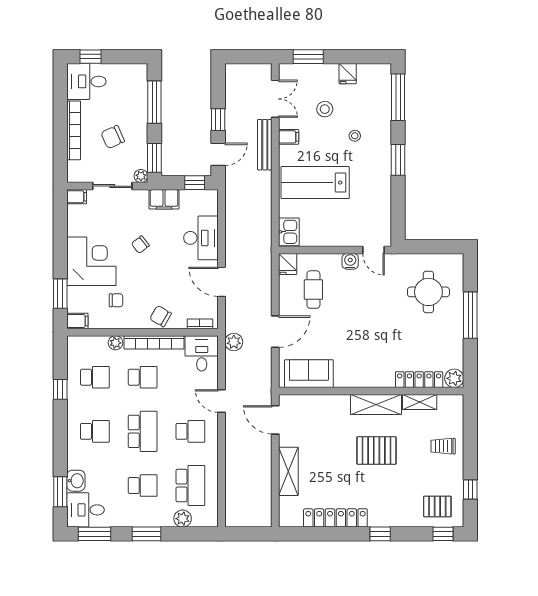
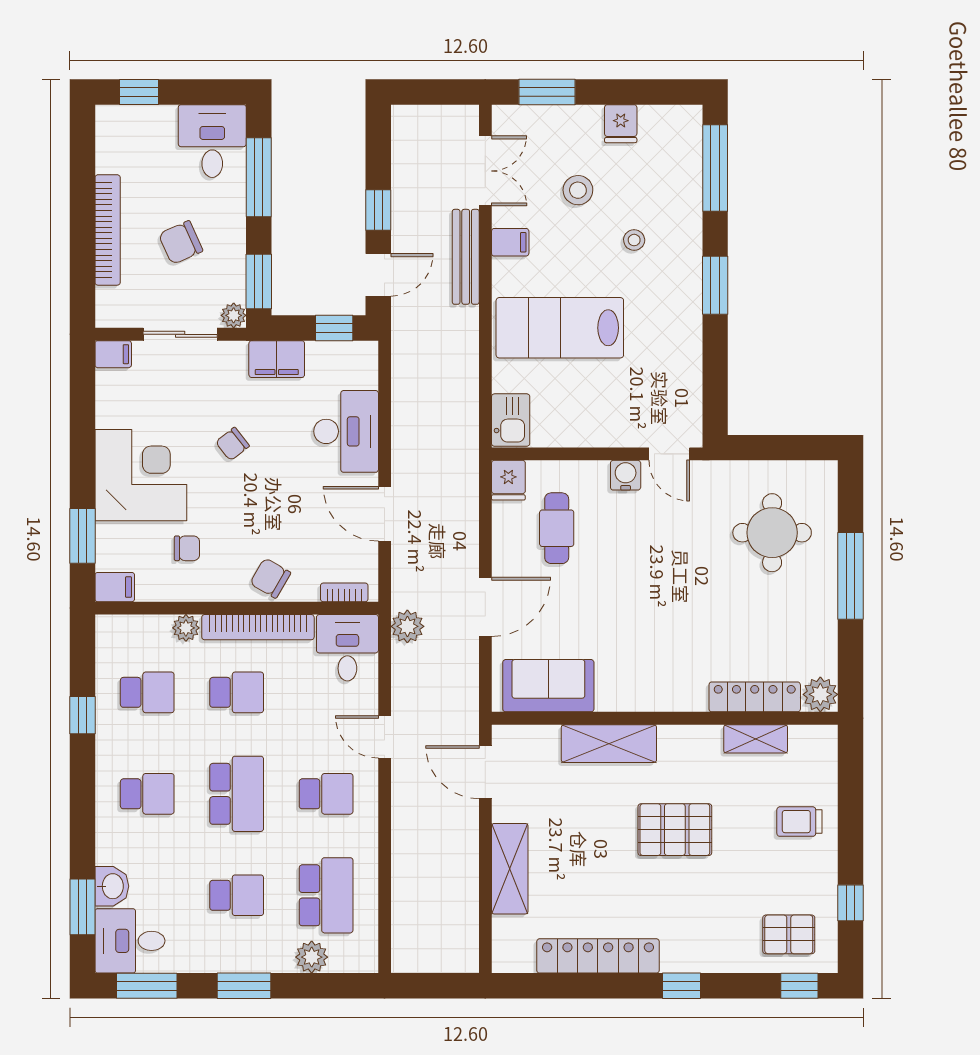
desk: (86, 81) -> (212, 141), moved, turned 90
shelving: (376, 405) -> (609, 744), moved

